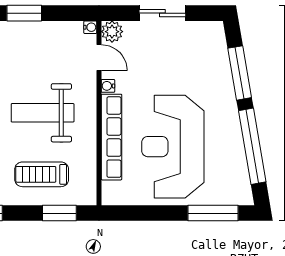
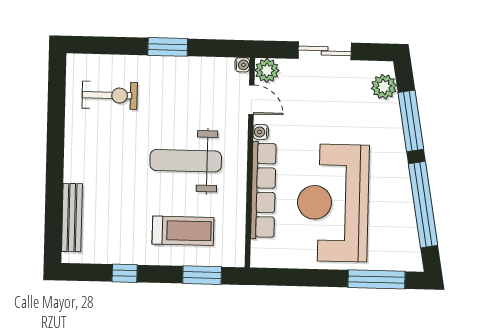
plant: (215, 43) -> (384, 87), added
treadmill: (42, 174) -> (183, 231), turned 180

